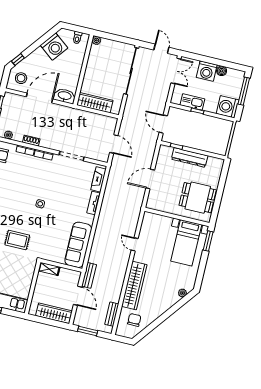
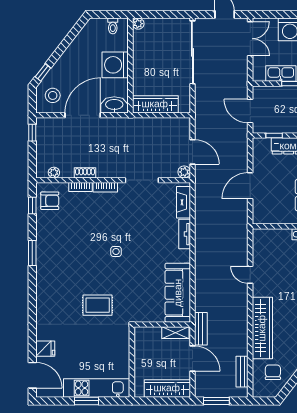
washing machine: (54, 47) -> (115, 65), moved, turned 142
plant: (104, 157) -> (184, 172), added
shelving: (49, 269) -> (175, 333), moved

